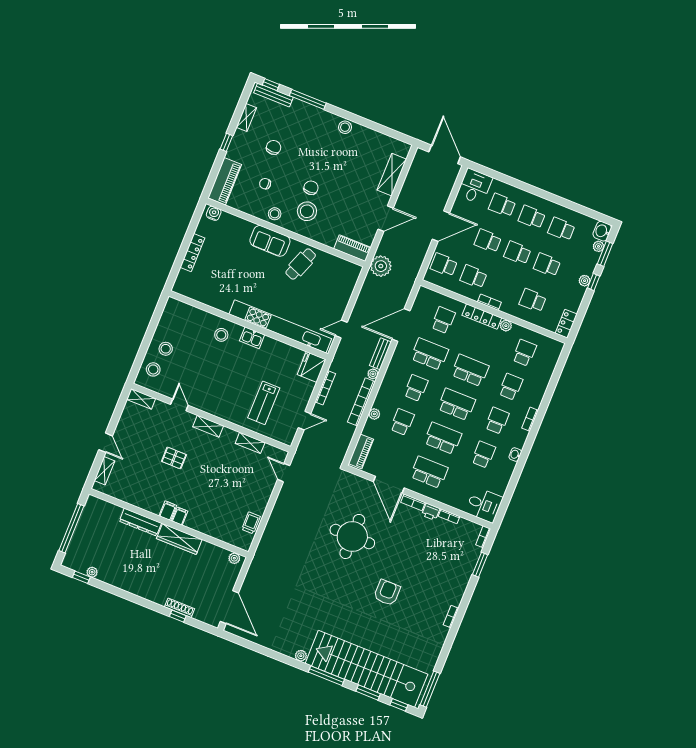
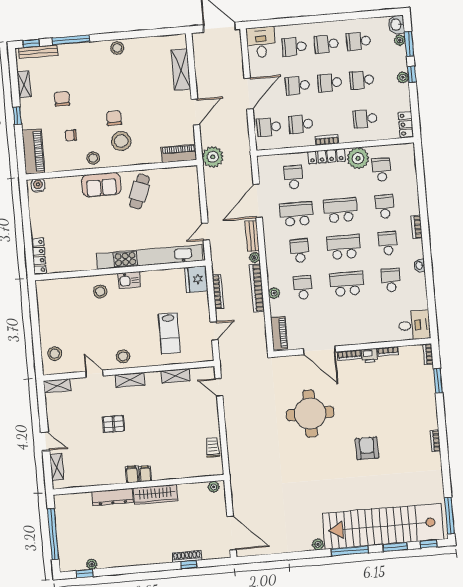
locker: (192, 253) -> (39, 256), moved
plant: (506, 326) -> (358, 158), width x1.88, depth x1.88
stool: (166, 349) -> (123, 356), moved
school desk: (429, 472) -> (350, 321), removed

